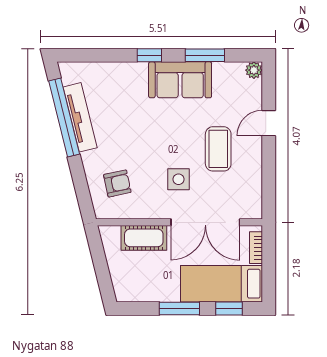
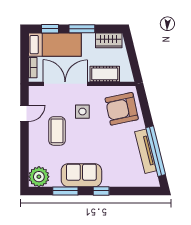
plant: (254, 70) -> (39, 177), width x1.87, depth x1.87
door: (269, 123) -> (25, 113), moved
armchair: (117, 183) -> (122, 109), width x1.88, depth x1.88
wardrobe: (137, 290) -> (109, 40), added

